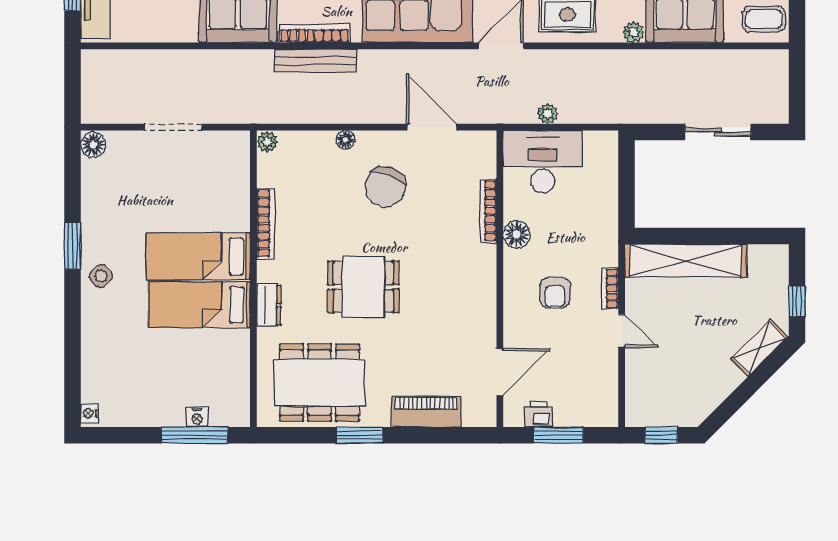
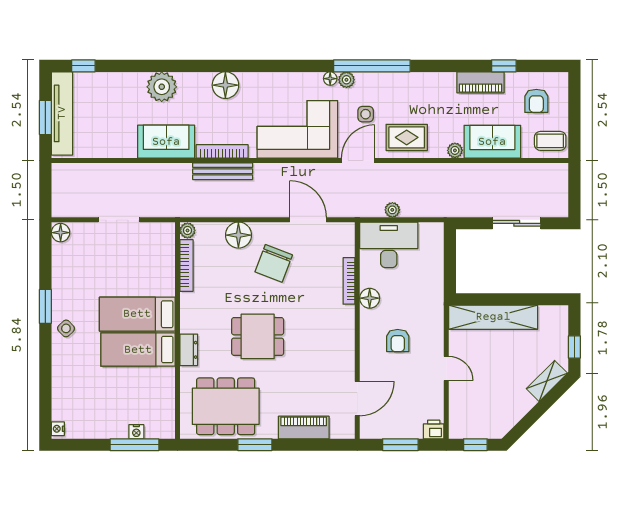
floor lamp: (345, 140) -> (238, 235), width x1.89, depth x1.89
bookcase: (266, 223) -> (186, 265), moved
bookcase: (610, 288) -> (438, 337), removed
printer: (539, 414) -> (434, 429), moved

